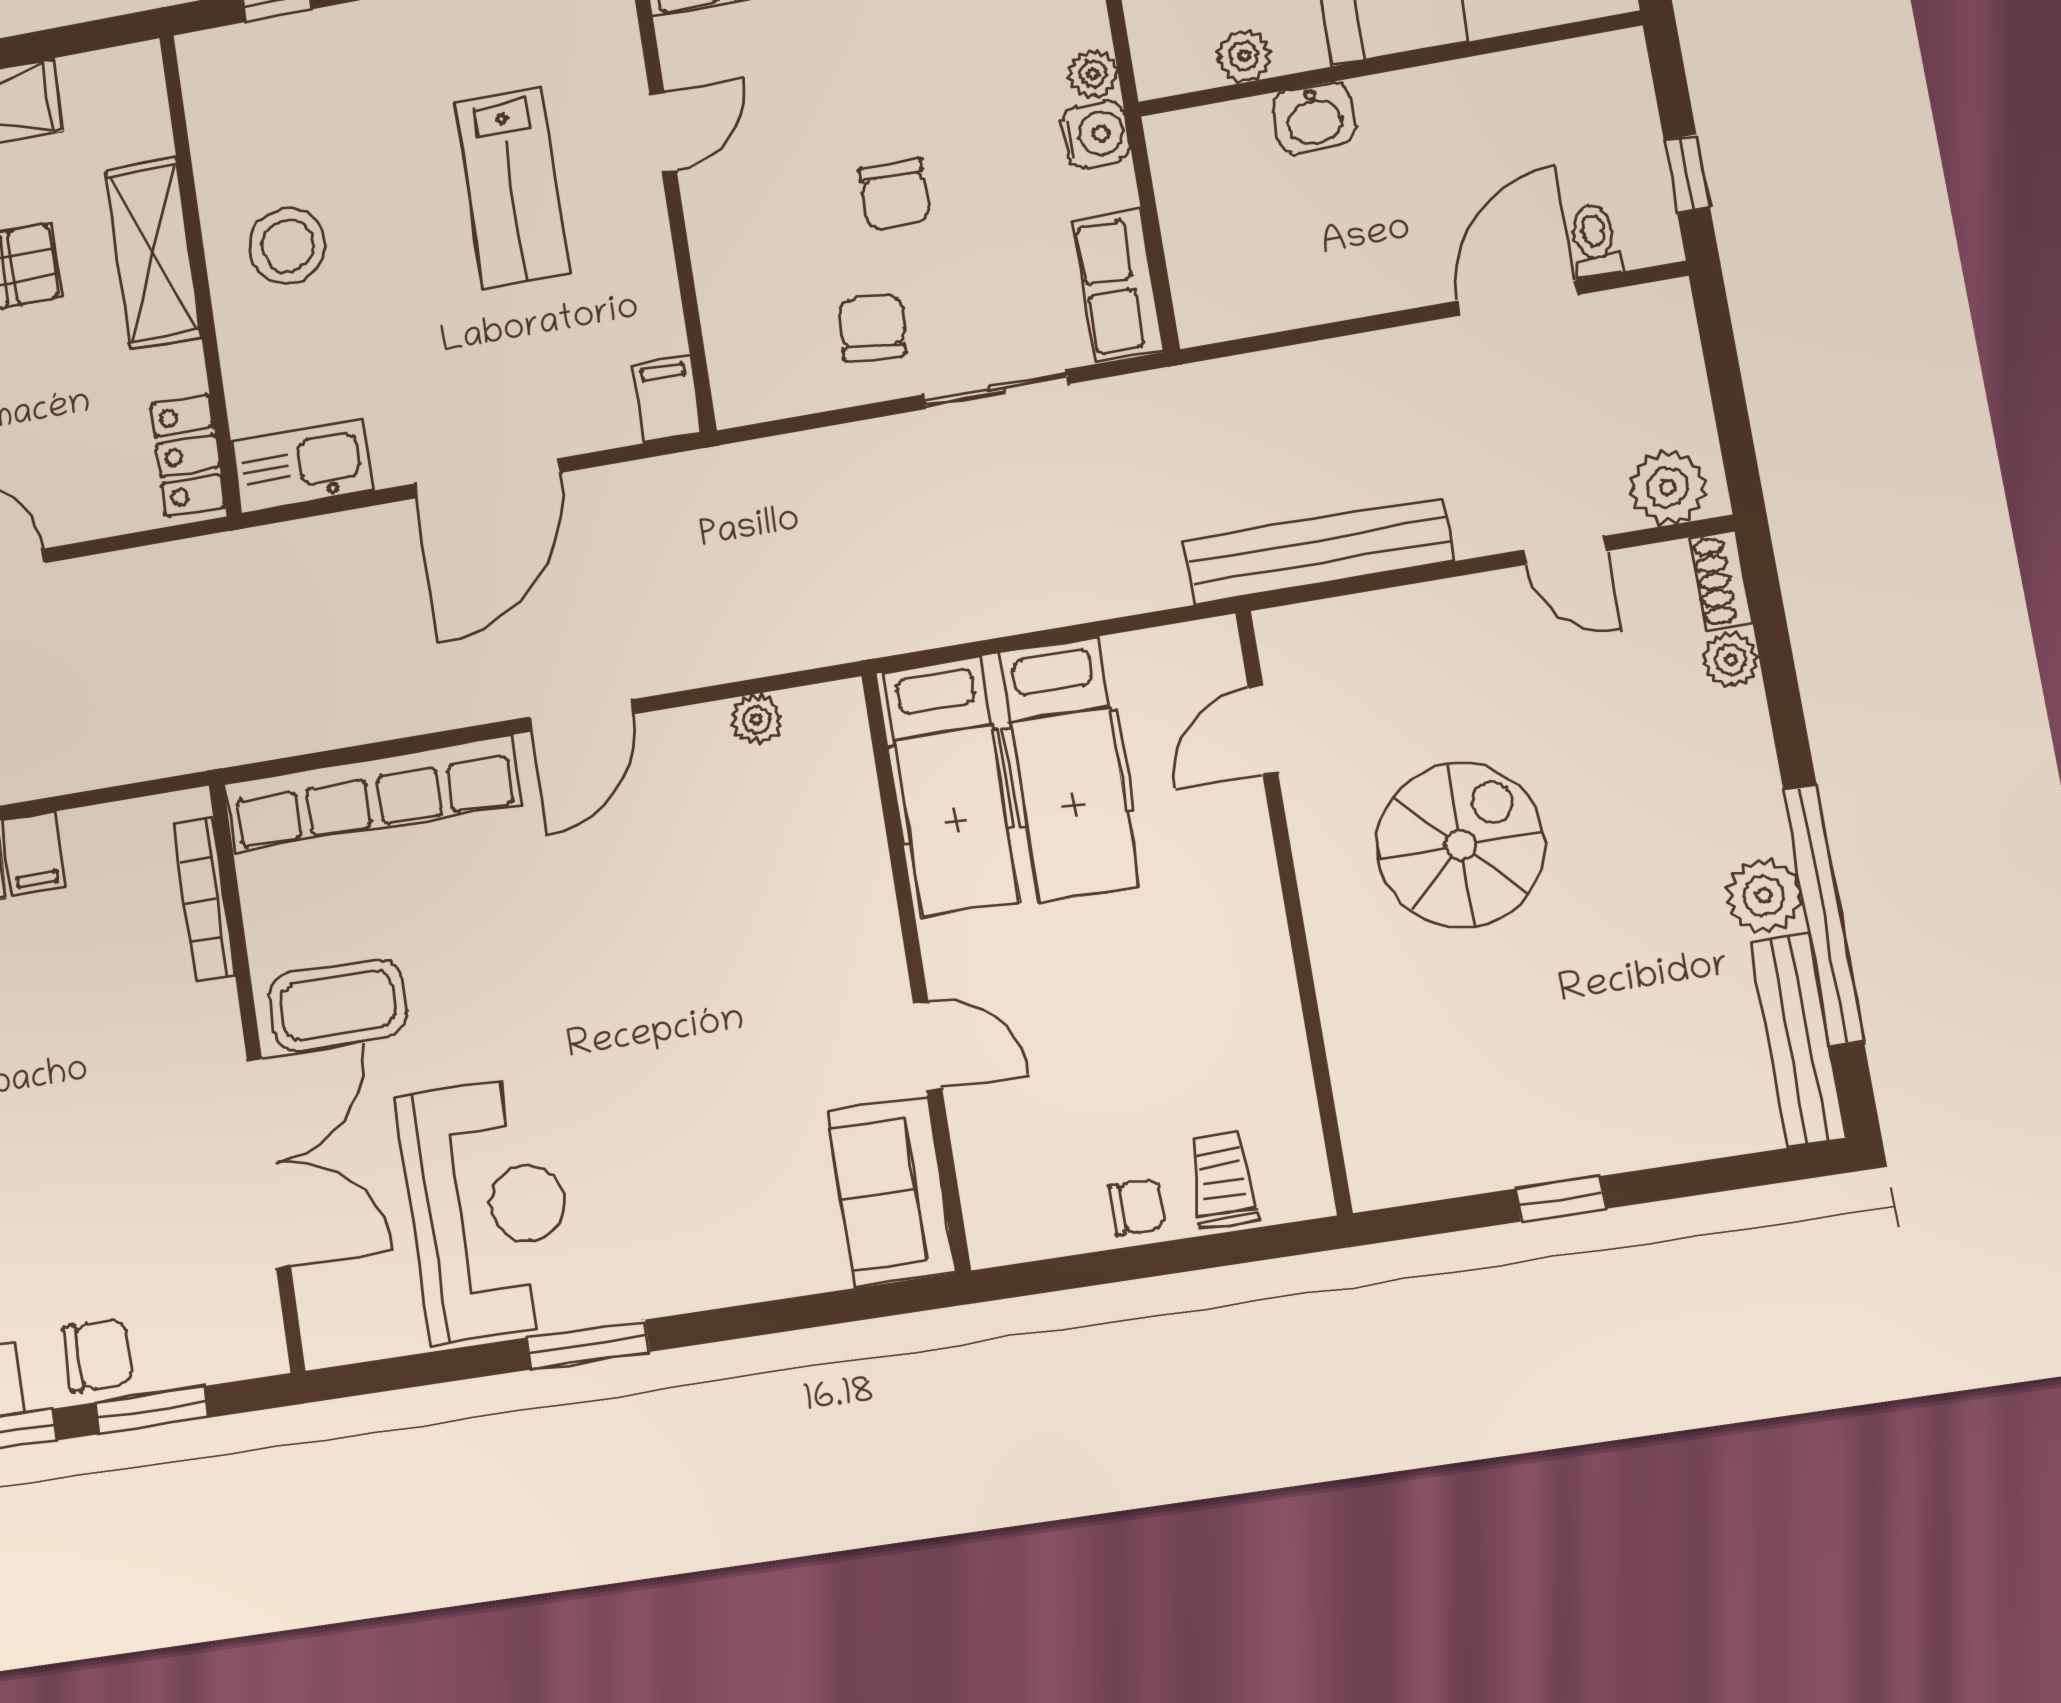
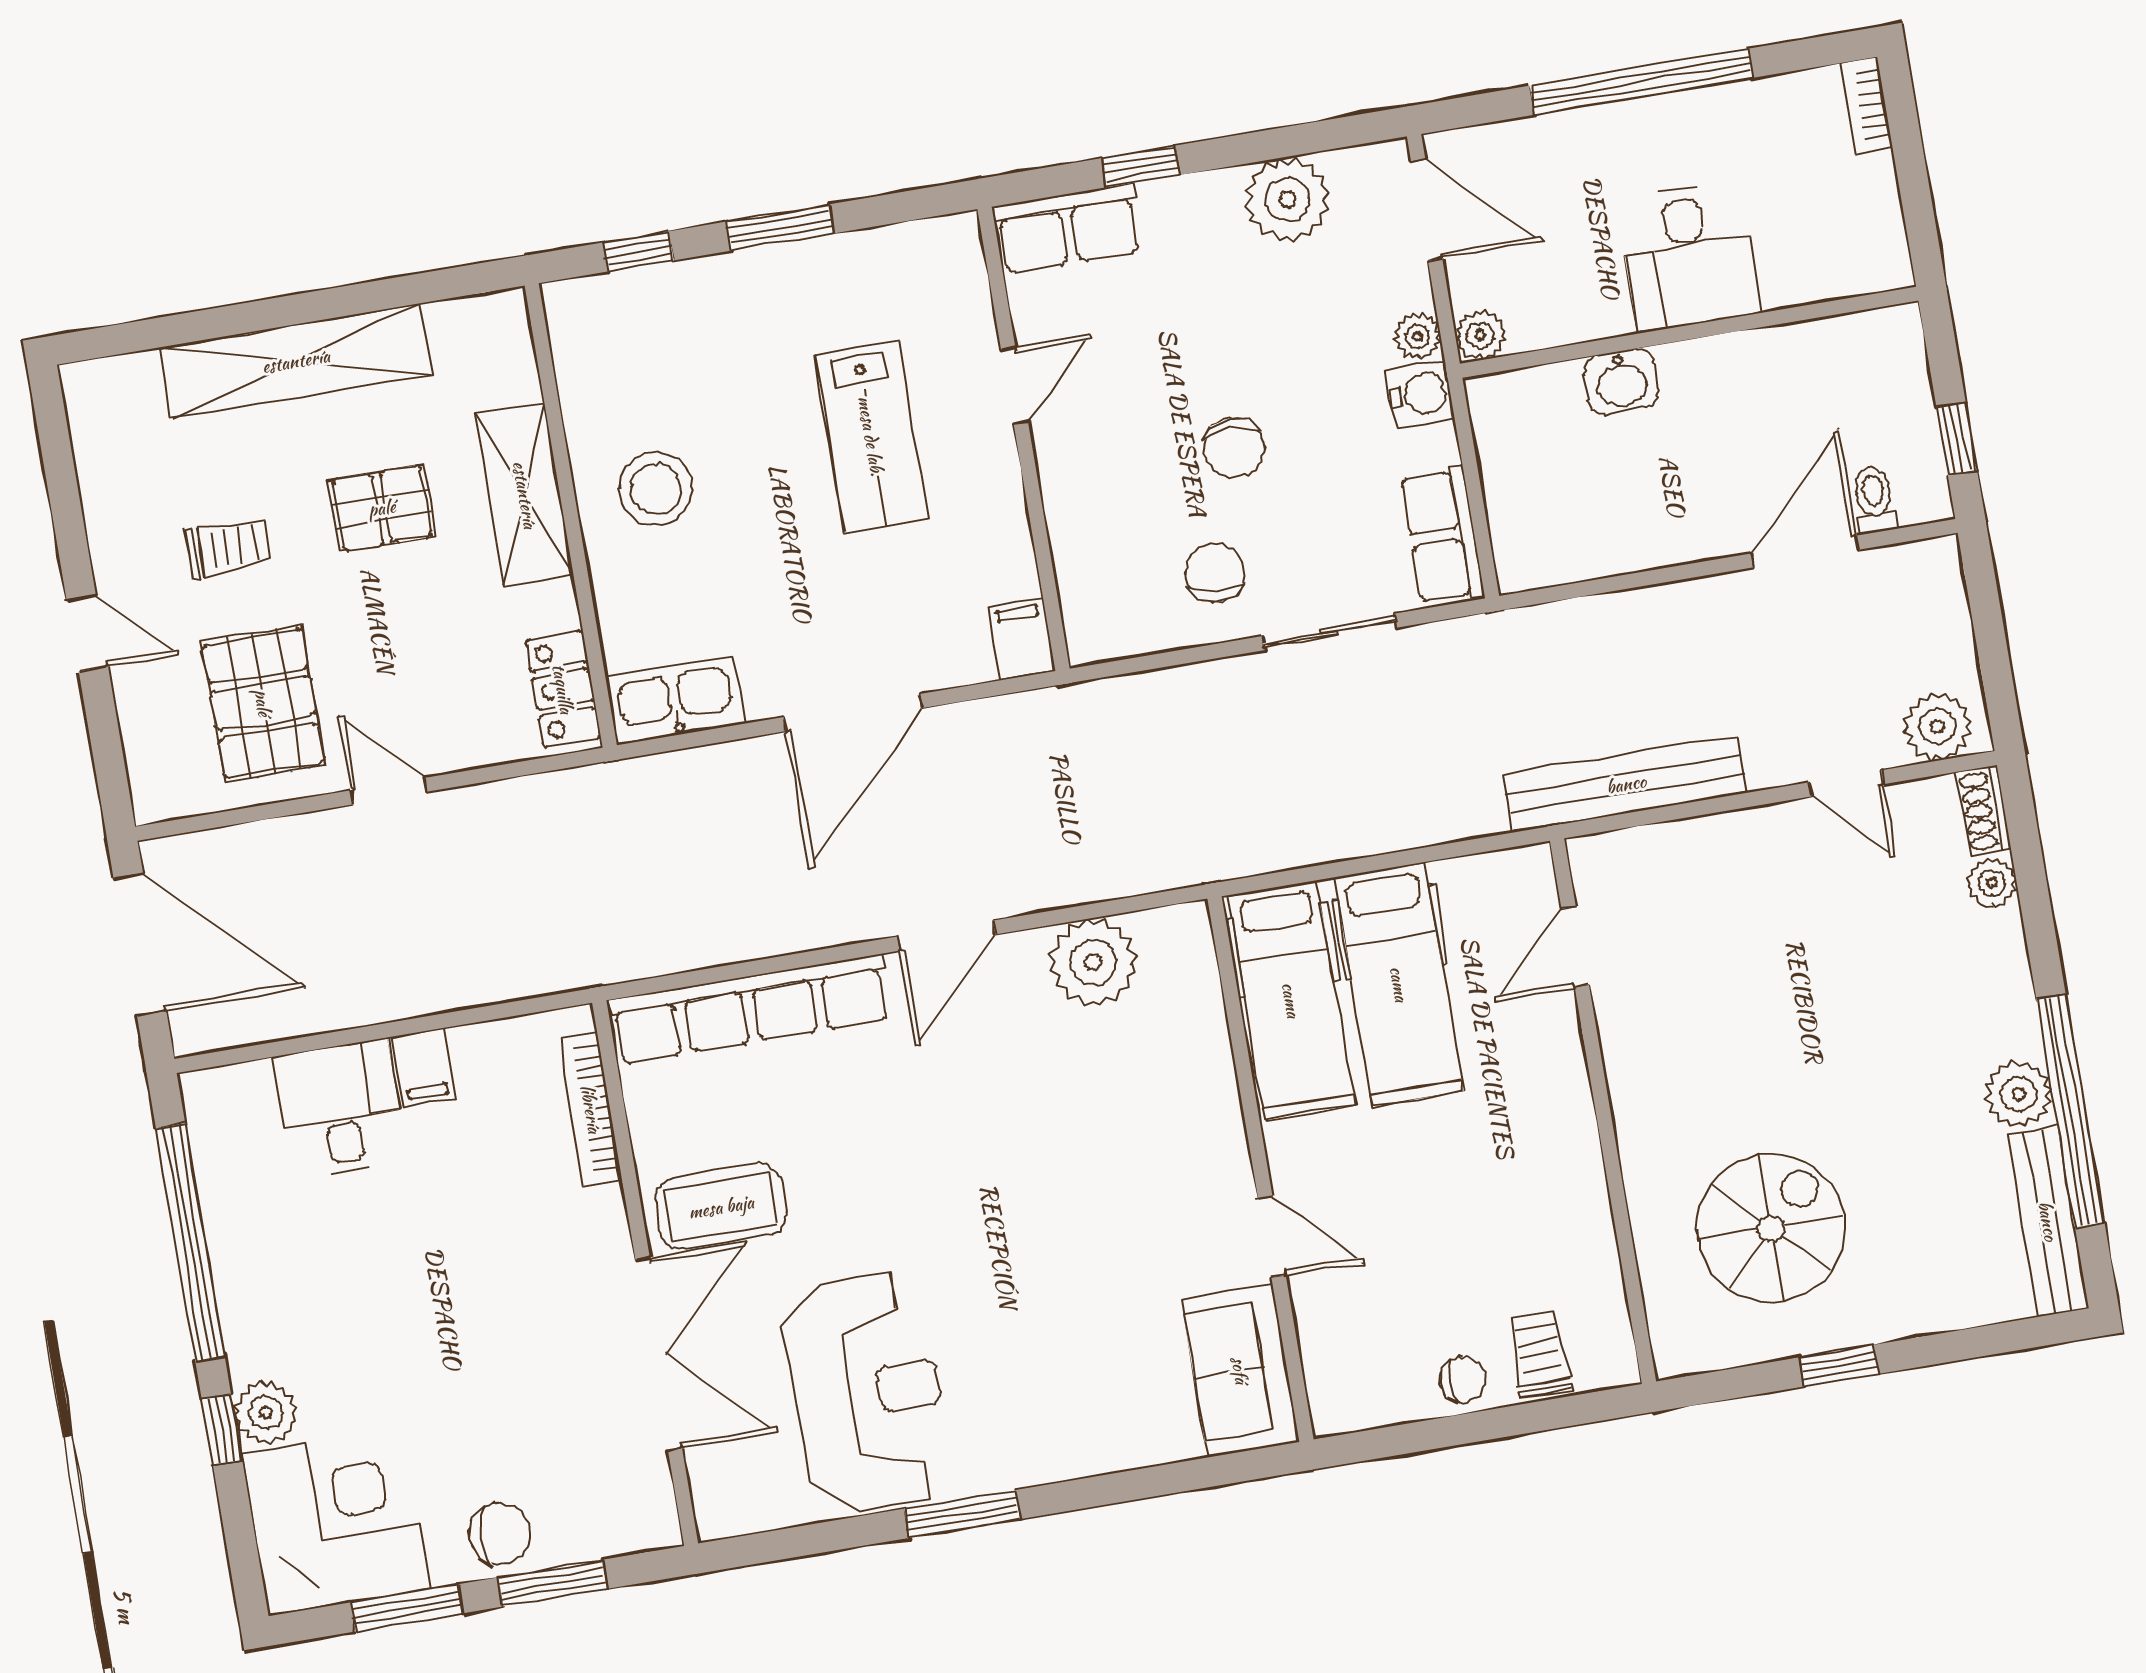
plant: (1244, 56) -> (1480, 335), moved
plant: (756, 719) -> (1093, 962), width x1.88, depth x1.88
spiral stairs: (1461, 845) -> (1771, 1228), moved

